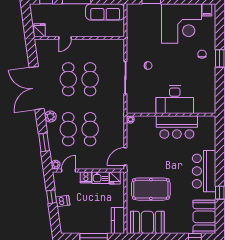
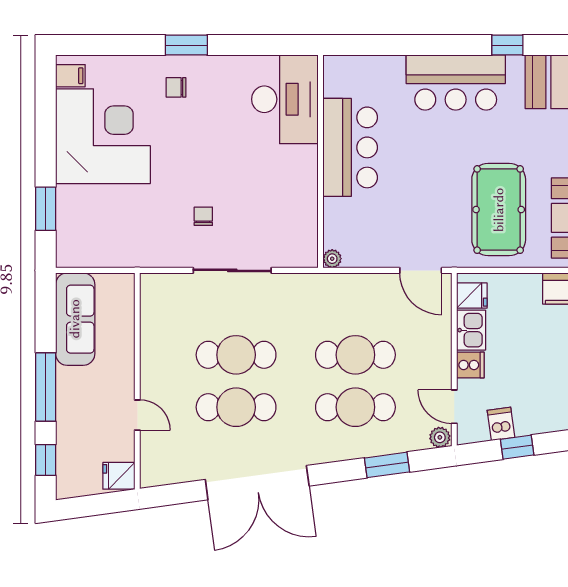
desk: (175, 100) -> (285, 99), moved
plant: (50, 117) -> (325, 450), removed
dishwasher: (63, 201) -> (501, 424), moved

